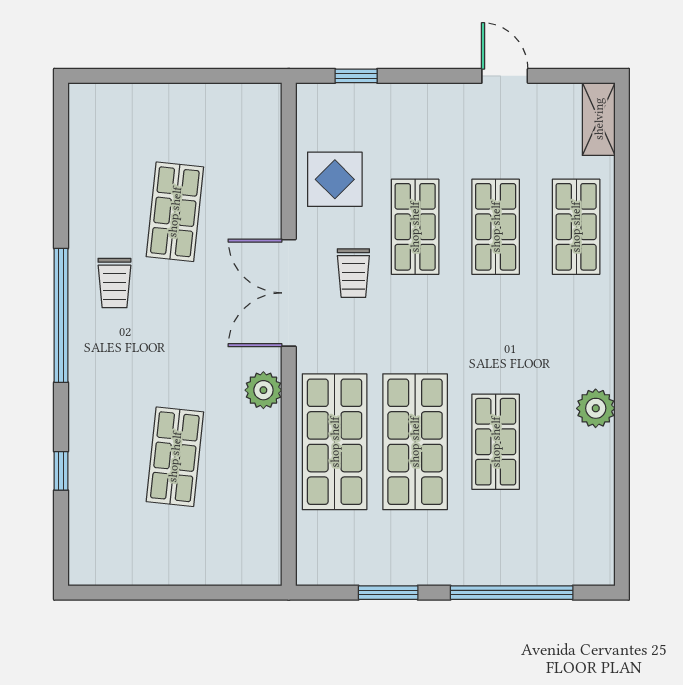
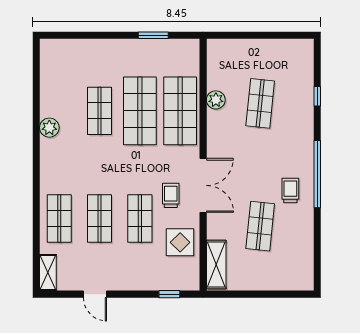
shelving: (263, 135) -> (216, 265), added
plant: (263, 390) -> (216, 100), moved
window: (512, 593) -> (91, 35), removed

